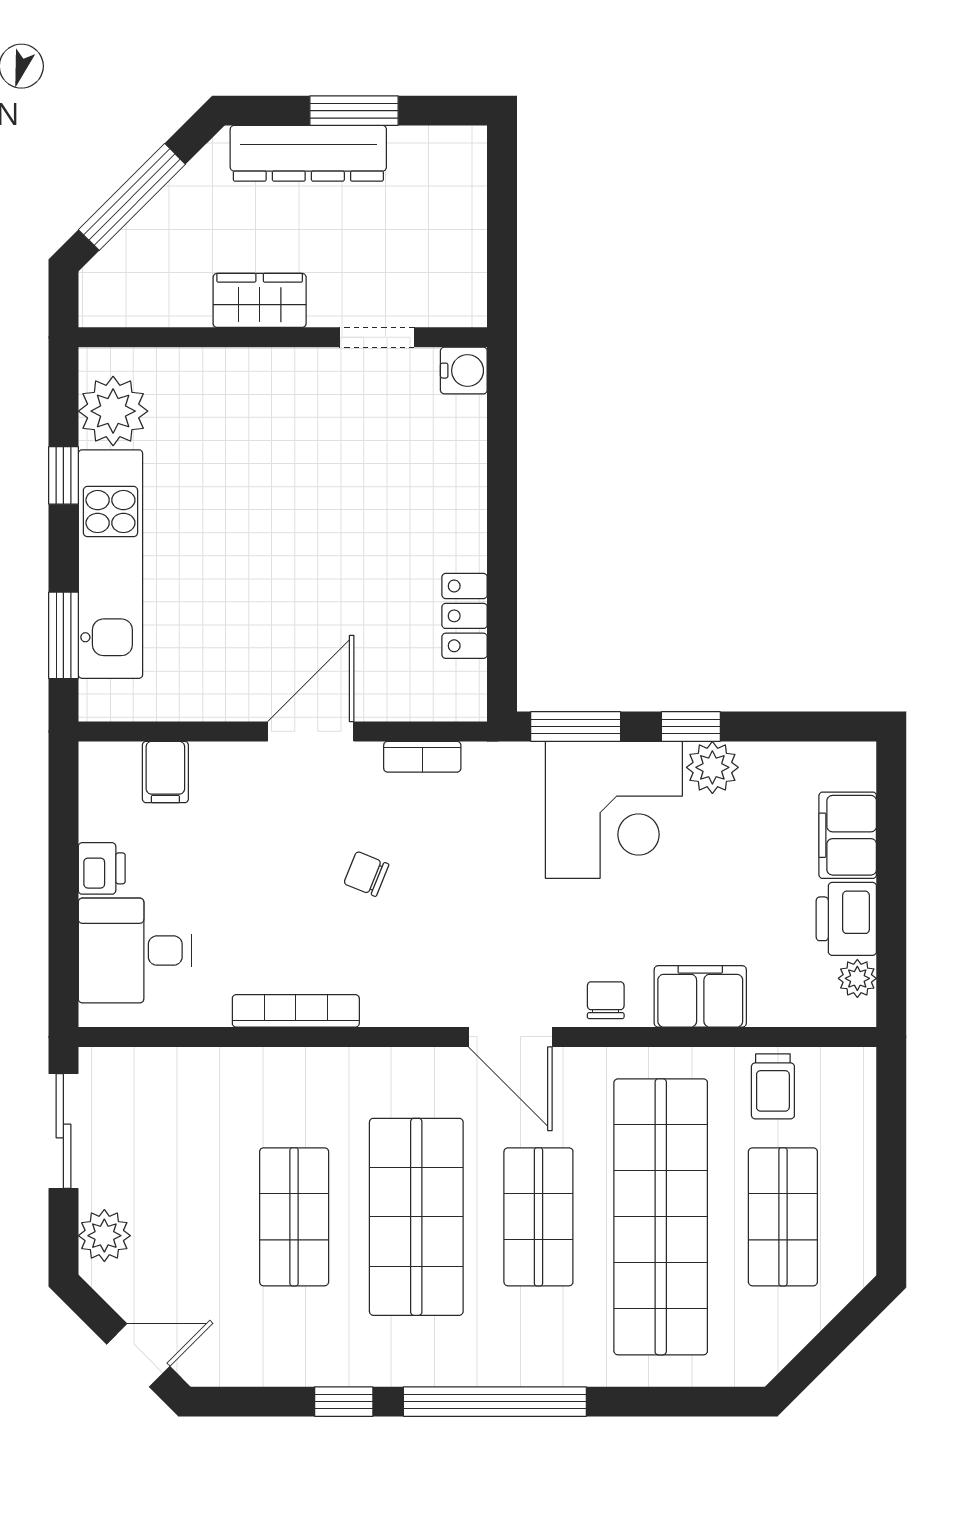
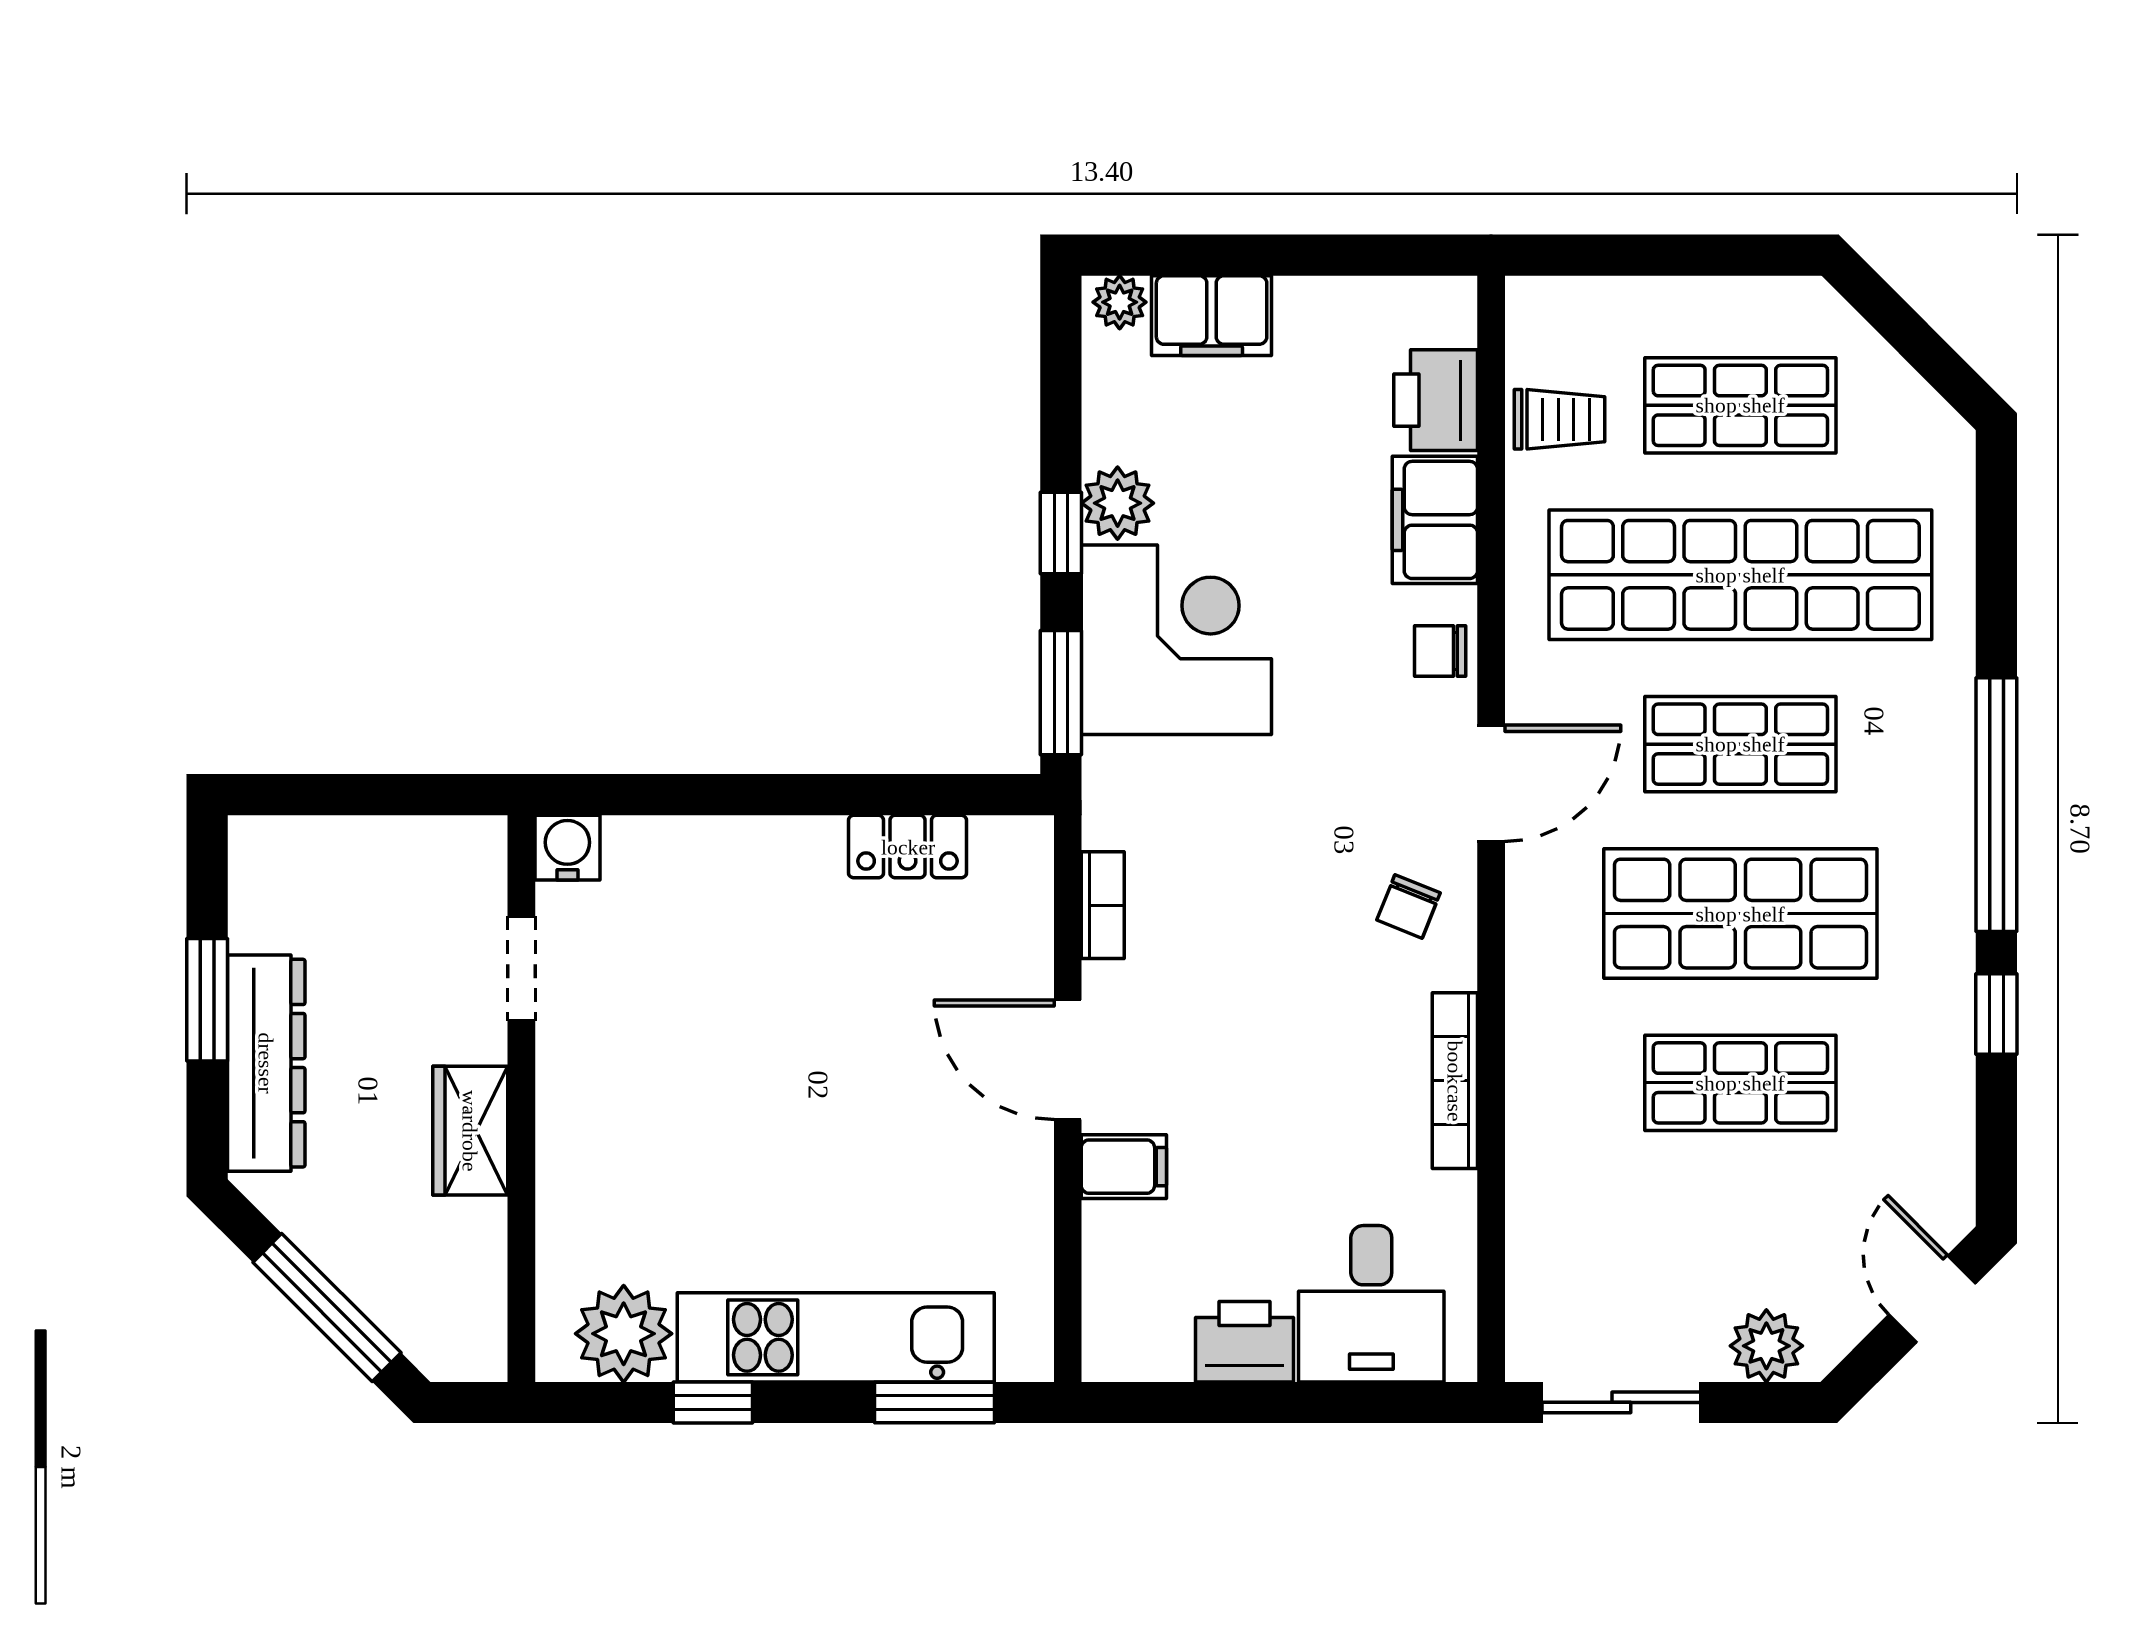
filing cabinet: (165, 772) -> (1124, 1167), moved
printer: (102, 868) -> (1244, 1342), width x1.36, depth x1.24
chair: (366, 874) -> (1408, 906), moved
printer: (846, 919) -> (1436, 400), moved, turned 90
plant: (857, 978) -> (1120, 302), moved

